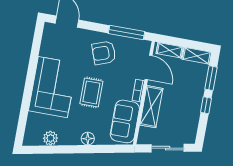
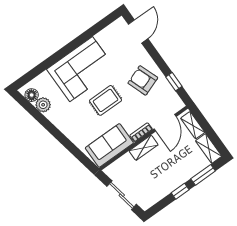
window: (127, 32) -> (174, 82), width x0.46
shelving: (151, 107) -> (144, 148), width x0.67, depth x0.75
floor lamp: (88, 139) -> (32, 95), moved

